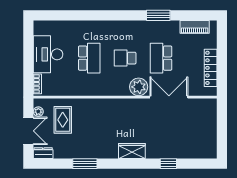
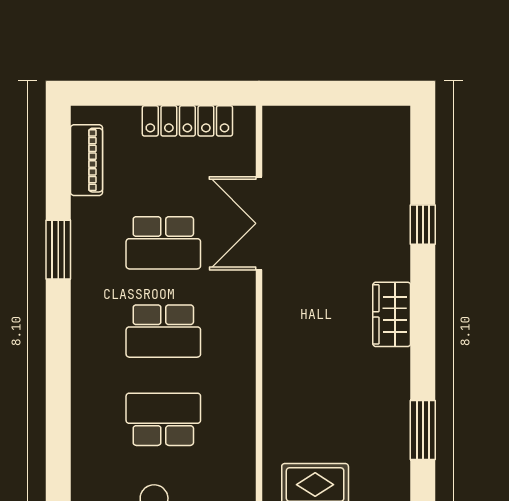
school desk: (125, 58) -> (163, 331), width x1.85
plant: (139, 87) -> (234, 298), removed

